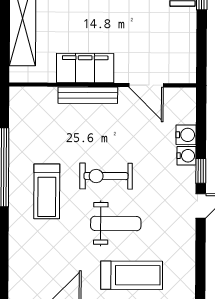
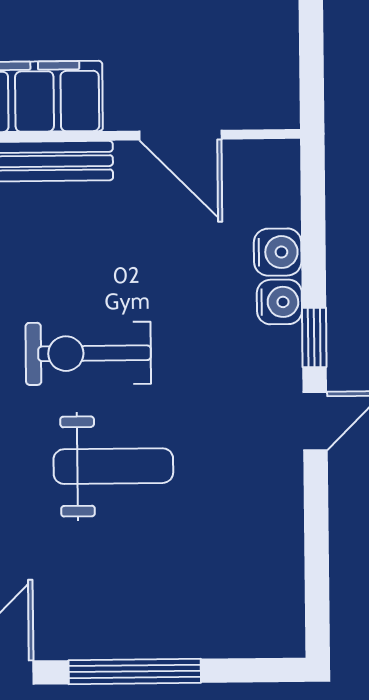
treadmill: (132, 275) -> (153, 589), removed

